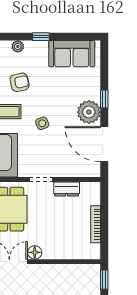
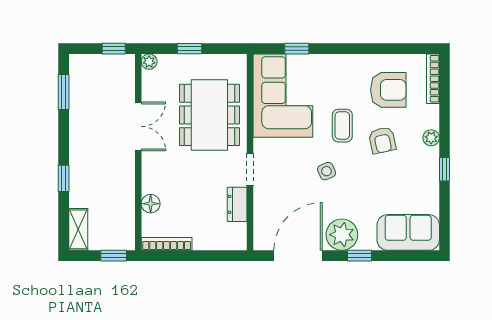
sofa: (72, 54) -> (408, 232), moved, turned 90
bookcase: (96, 224) -> (167, 244), moved
floor lamp: (35, 252) -> (151, 204), moved

